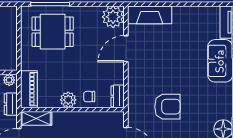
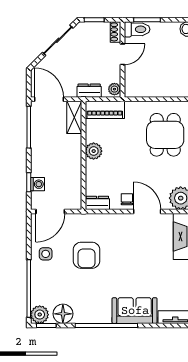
chair: (89, 97) -> (127, 199), moved

